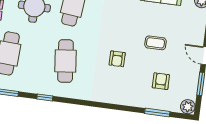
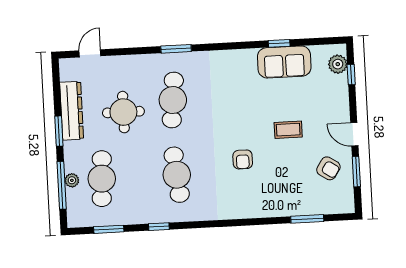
armchair: (161, 81) -> (328, 168), moved, turned 123
plant: (188, 107) -> (345, 204), removed

